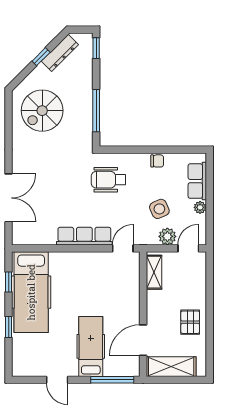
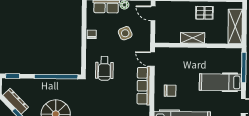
window: (96, 111) -> (56, 77), width x1.46
plant: (167, 236) -> (144, 28), removed
shelving: (154, 272) -> (193, 38), moved
chair: (78, 274) -> (170, 91), added
door: (143, 340) -> (216, 46), removed

